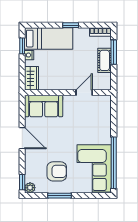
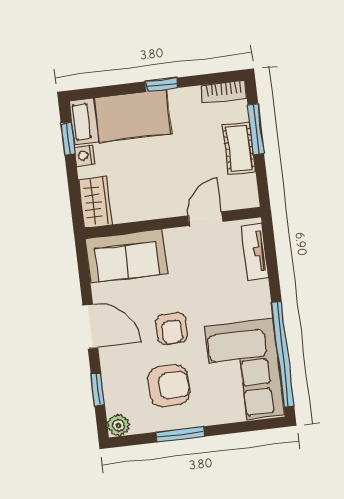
tv unit: (106, 111) -> (255, 252), added
armchair: (61, 144) -> (172, 328), added
window: (22, 182) -> (98, 389), moved

